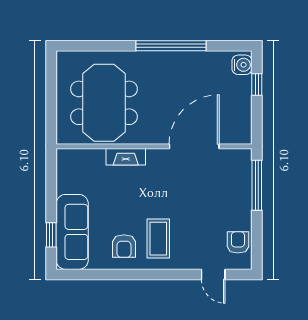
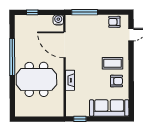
water cooler: (242, 65) -> (58, 20), moved
meeting table: (104, 103) -> (36, 79), moved
window: (51, 235) -> (80, 119), moved

